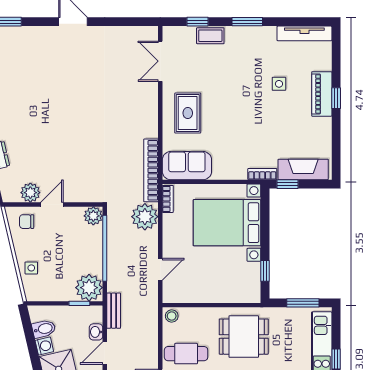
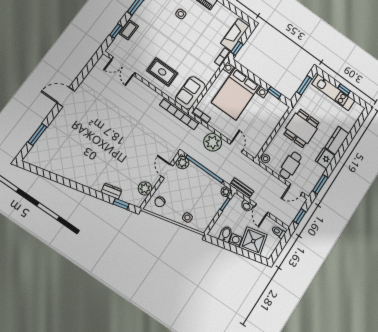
door: (52, 204) -> (167, 171), moved
plant: (145, 217) -> (213, 142), moved
plant: (89, 288) -> (226, 192), width x0.53, depth x0.53

